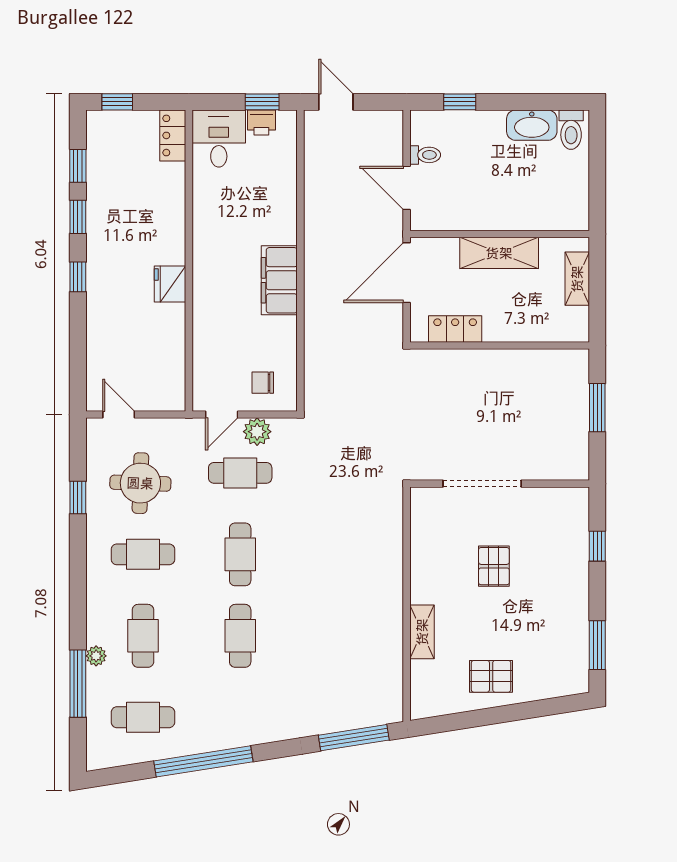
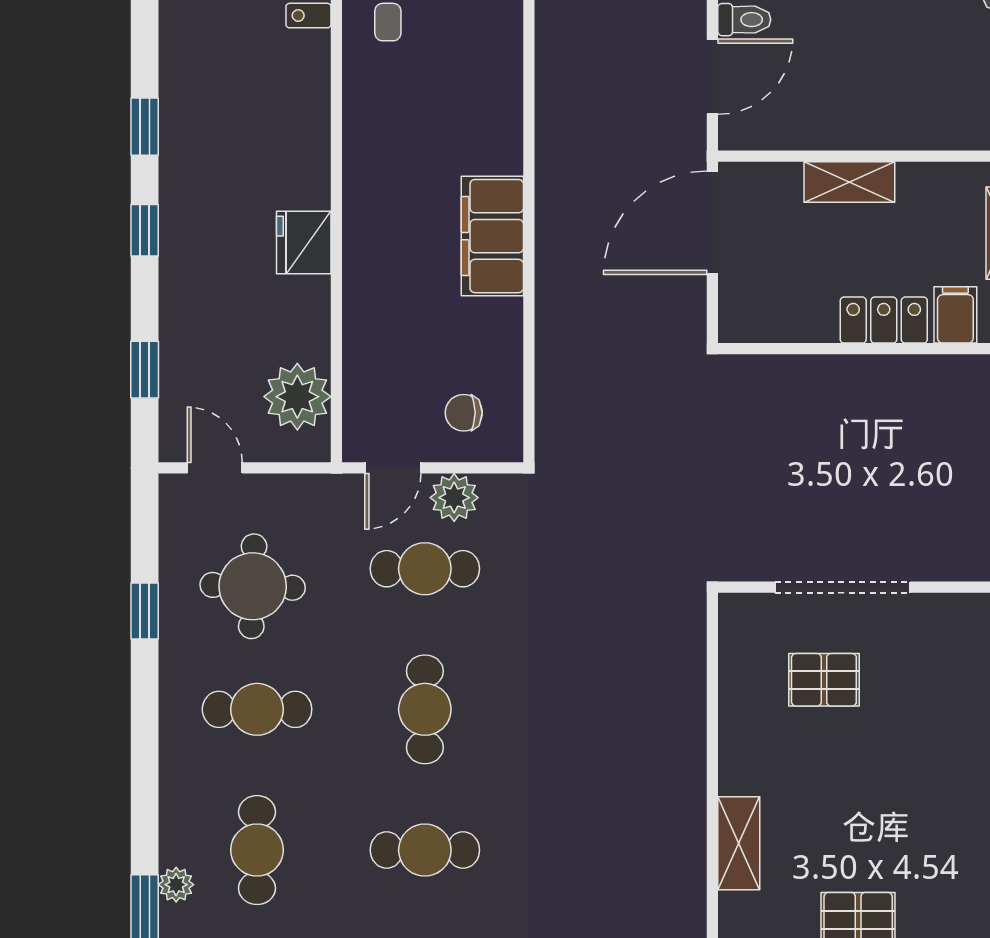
window: (78, 166) -> (145, 370), moved
door: (407, 188) -> (712, 77), swing flipped
shelving: (499, 253) -> (849, 182), width x0.67, depth x0.75
filing cabinet: (547, 326) -> (955, 315), added
locker: (455, 329) -> (884, 320), moved
plant: (166, 373) -> (297, 397), added
pallet: (494, 566) -> (824, 680), moved, turned 90
cafe table: (240, 636) -> (425, 850), turned 90

